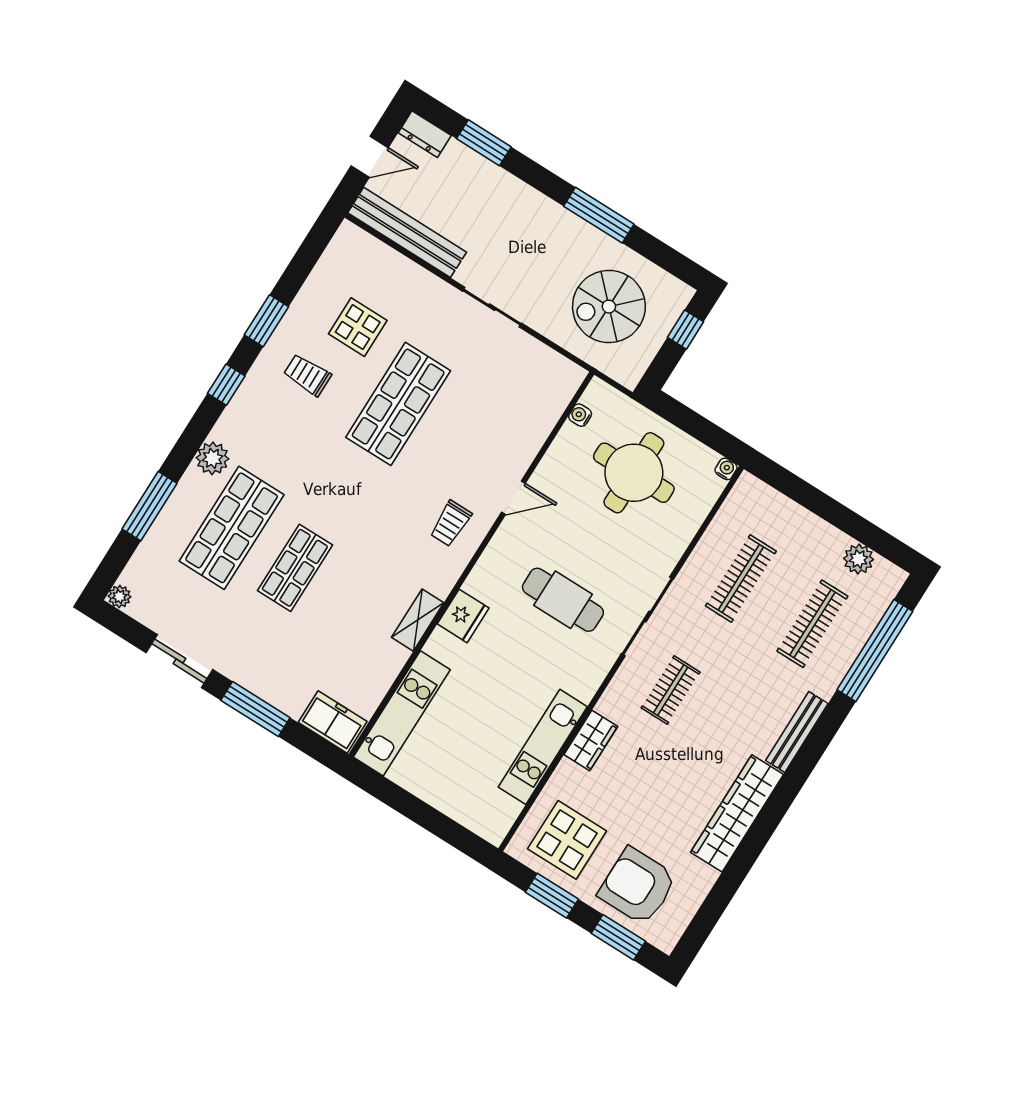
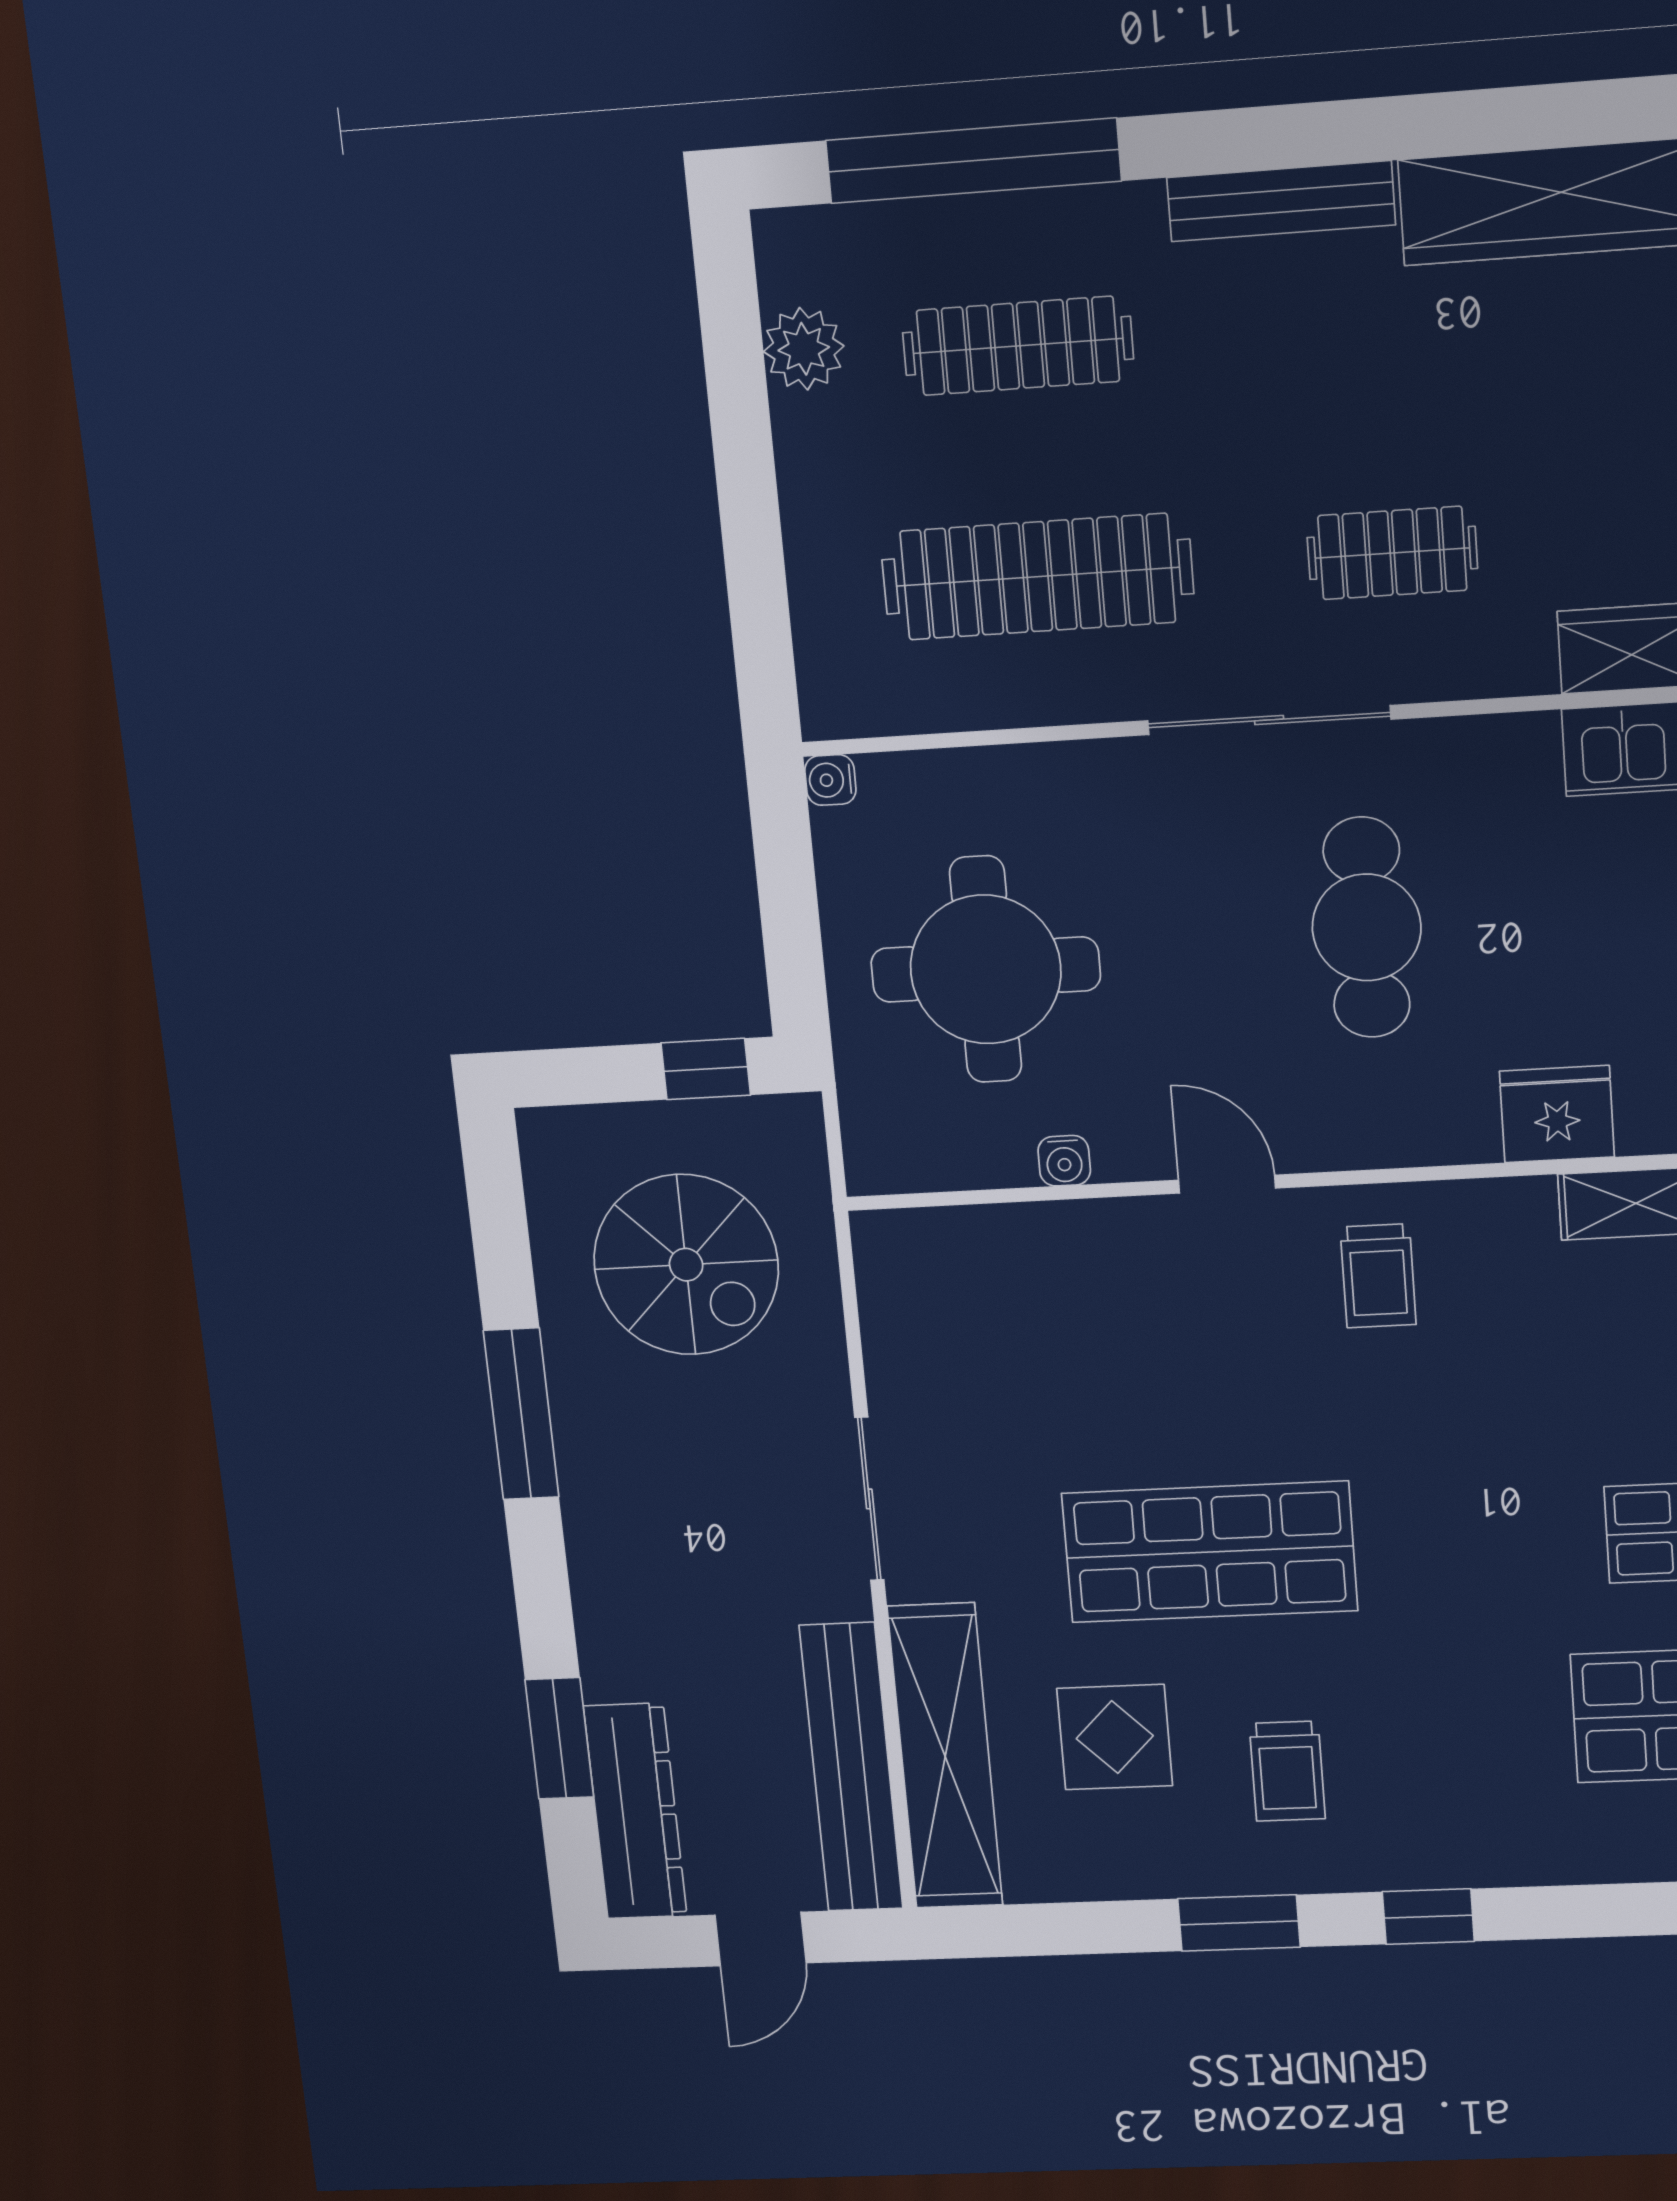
dresser: (425, 134) -> (635, 1811), width x1.96, depth x1.24
door: (370, 157) -> (761, 1939), swing flipped
shelving: (389, 266) -> (945, 1756), added
window: (686, 330) -> (706, 1069), moved
water cooler: (580, 415) -> (1064, 1161), moved
plant: (213, 458) -> (1601, 1845), removed
trolley: (451, 523) -> (1378, 1276), turned 90
clothes rail: (741, 579) -> (1038, 577), width x1.37, depth x1.31

